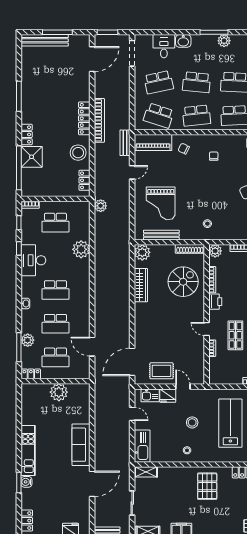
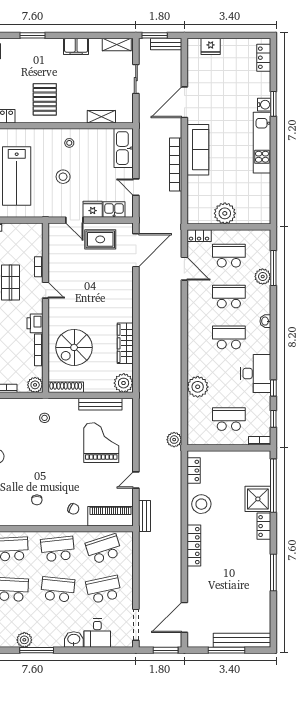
school desk: (159, 116) -> (104, 549), turned -36
bookcase: (99, 120) -> (176, 165), moved
locker: (31, 374) -> (199, 236), moved
shelving: (146, 472) -> (101, 117), moved

